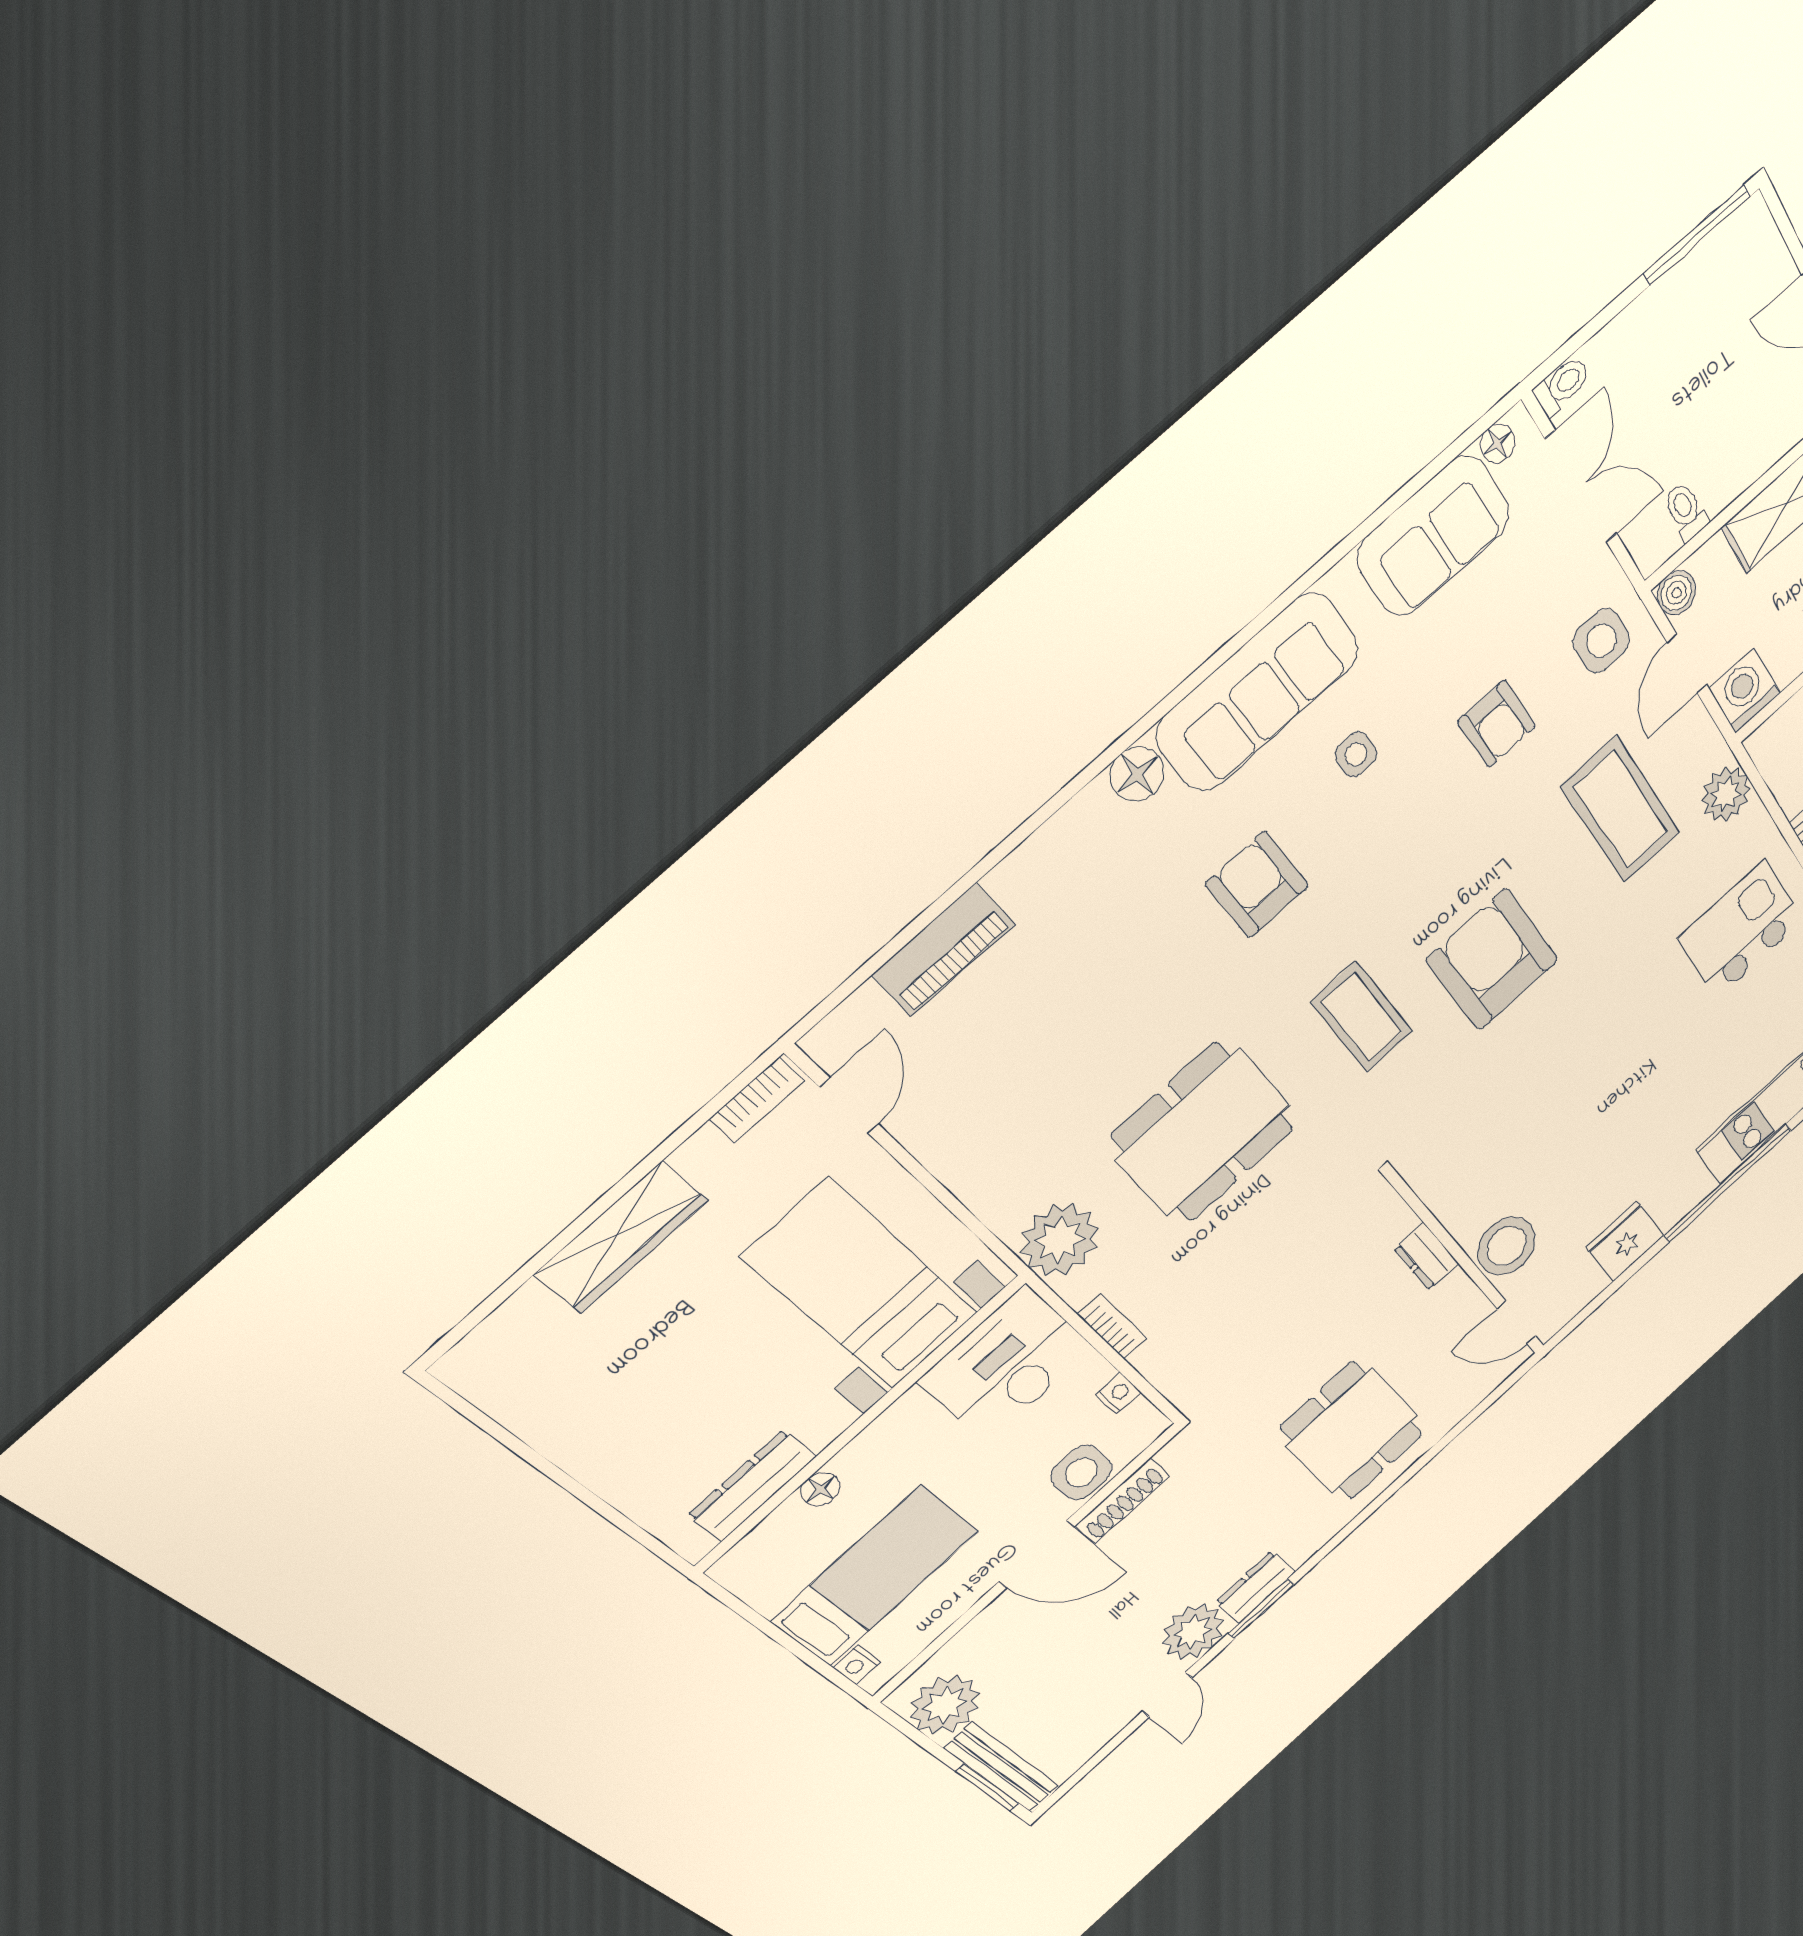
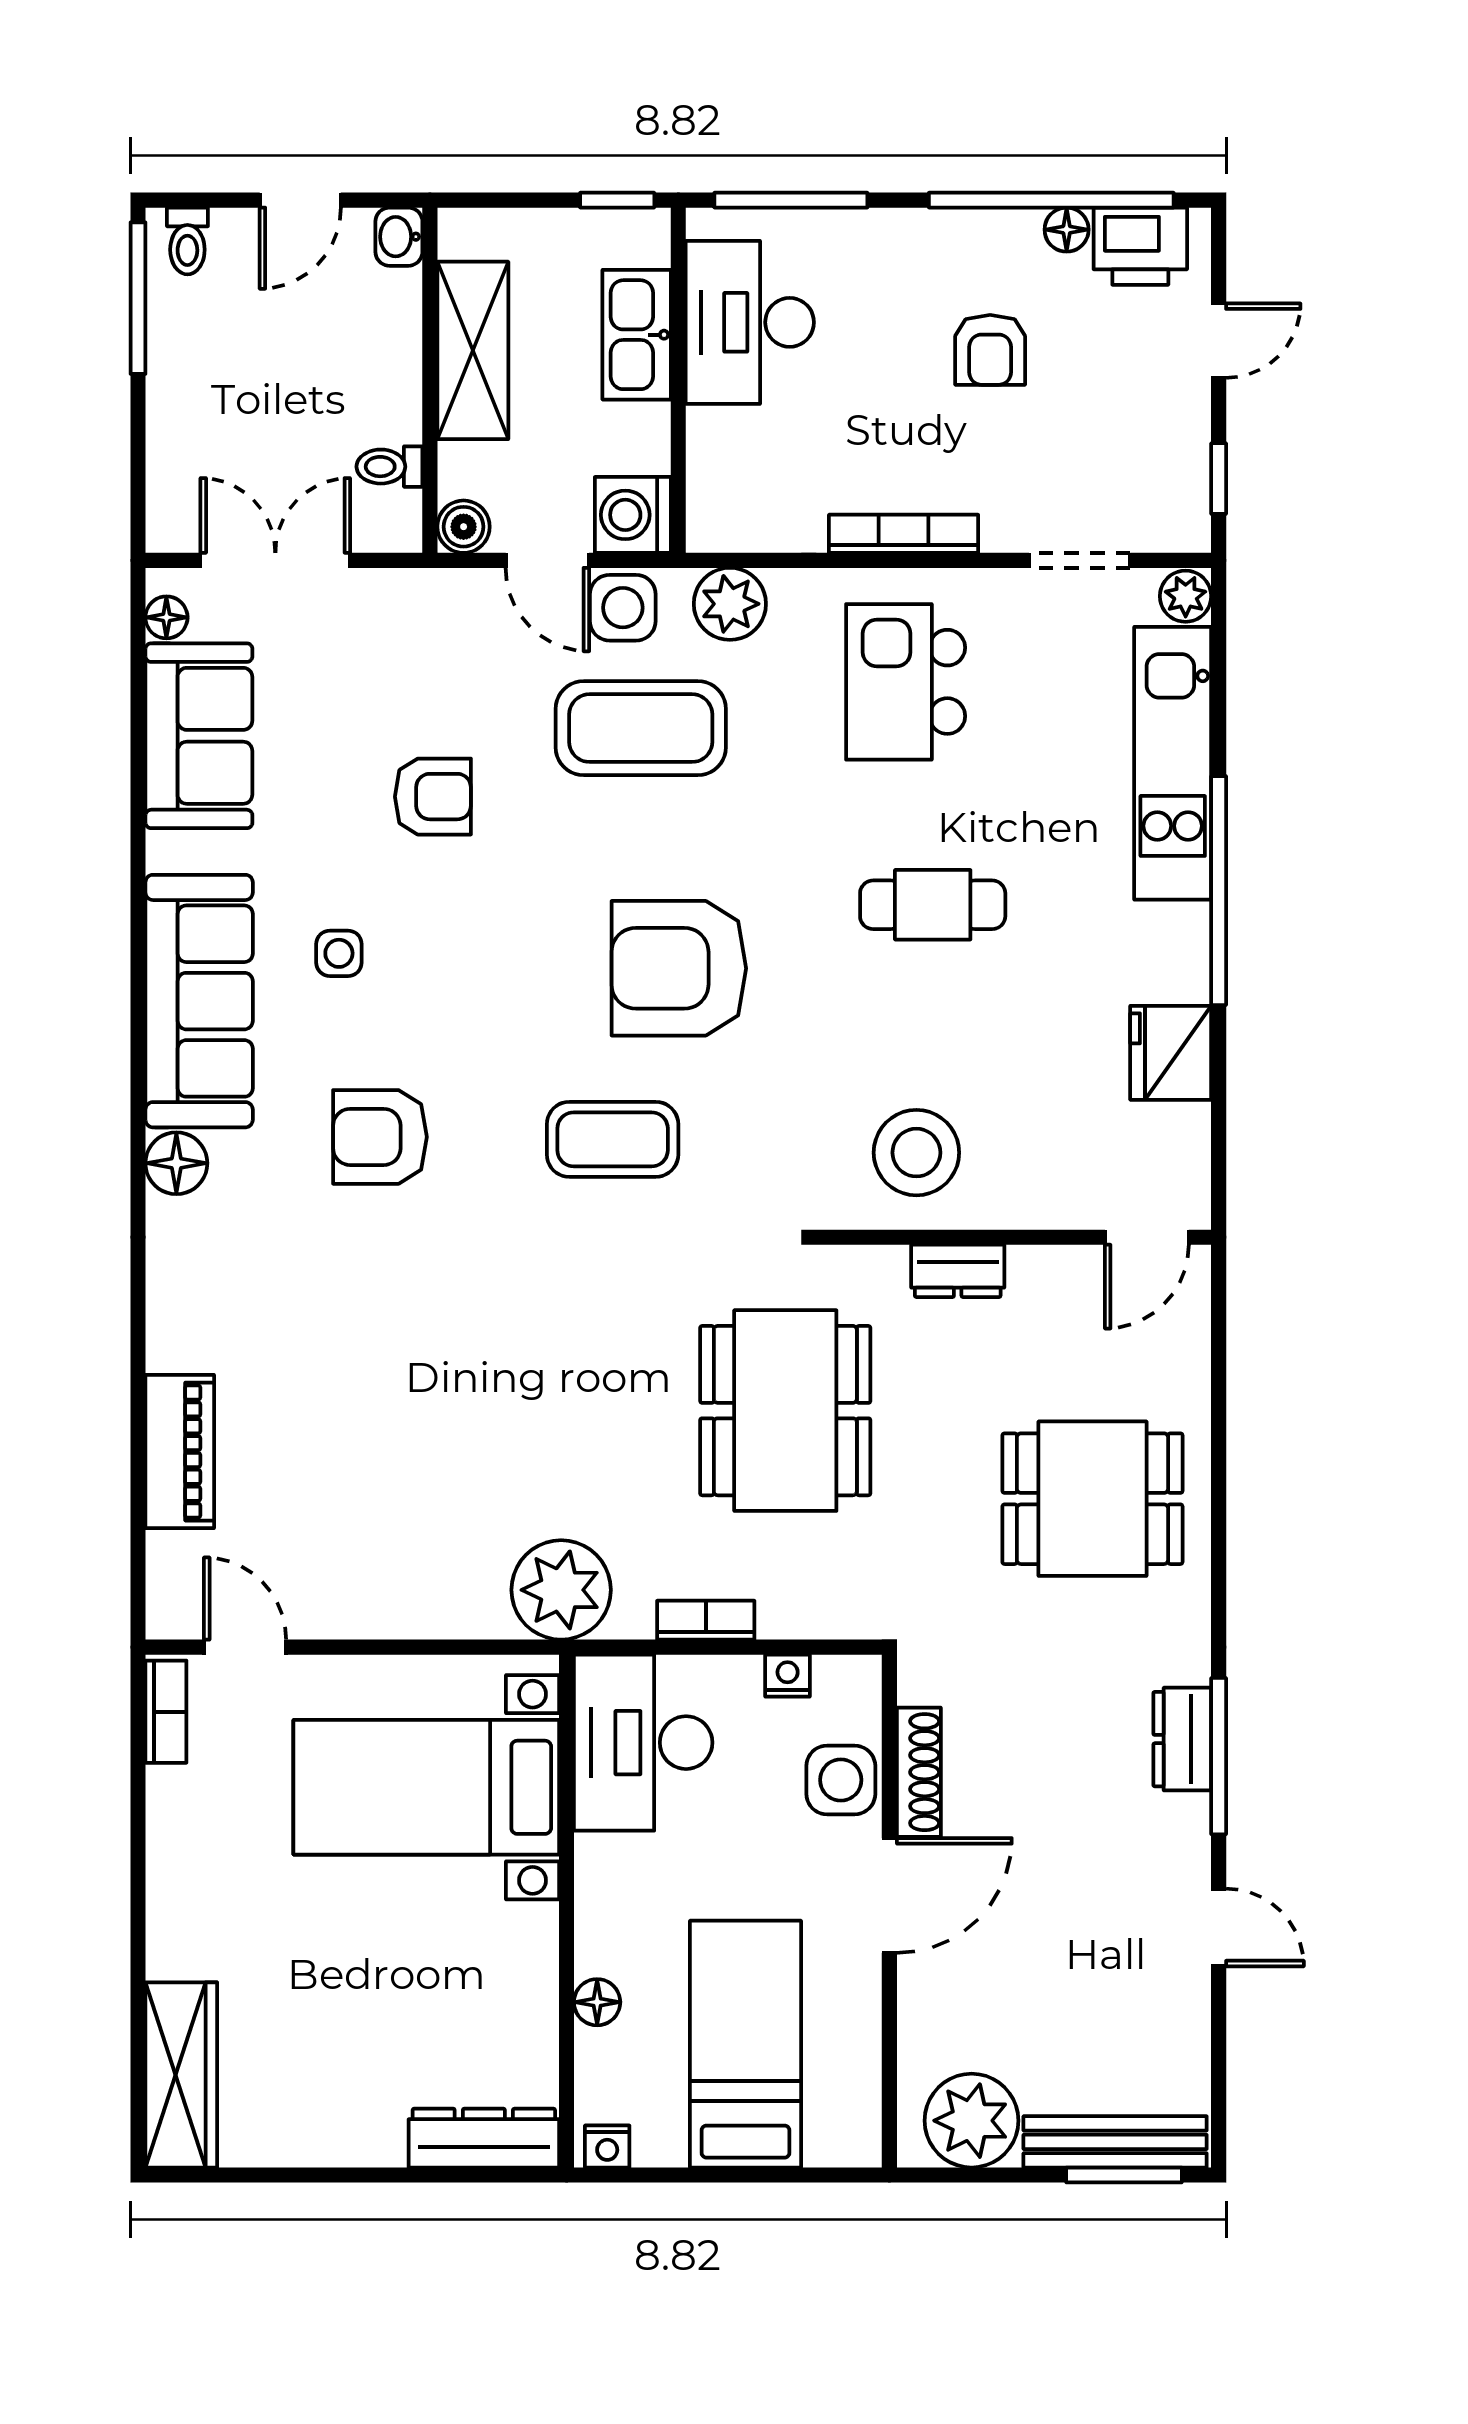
toilet: (1562, 386) -> (187, 241), moved, turned 180
side table: (1601, 641) -> (623, 608), moved
cafe table: (1624, 1057) -> (933, 905), added
dining table: (1203, 1132) -> (785, 1411), moved
wardrobe: (621, 1237) -> (181, 2075), moved
stool: (1507, 1246) -> (916, 1153), moved
dresser: (752, 1486) -> (484, 2138), moved, turned 90
window: (1261, 1609) -> (1219, 1756), width x1.44
plant: (1193, 1632) -> (1166, 1840), removed
nightstand: (857, 1665) -> (607, 2146), moved

